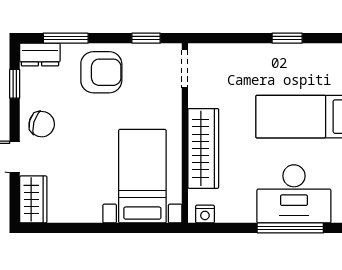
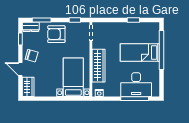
armchair: (101, 72) -> (56, 34), turned 180

